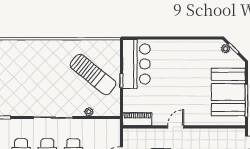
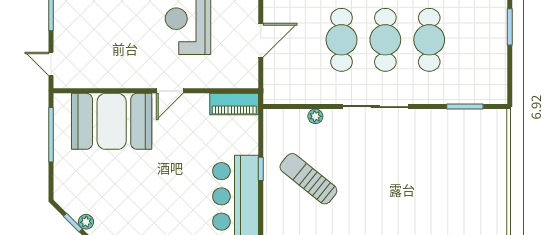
sun lounger: (93, 74) -> (308, 179), width x0.73, depth x0.75
booth: (228, 92) -> (112, 121), moved, turned 90

